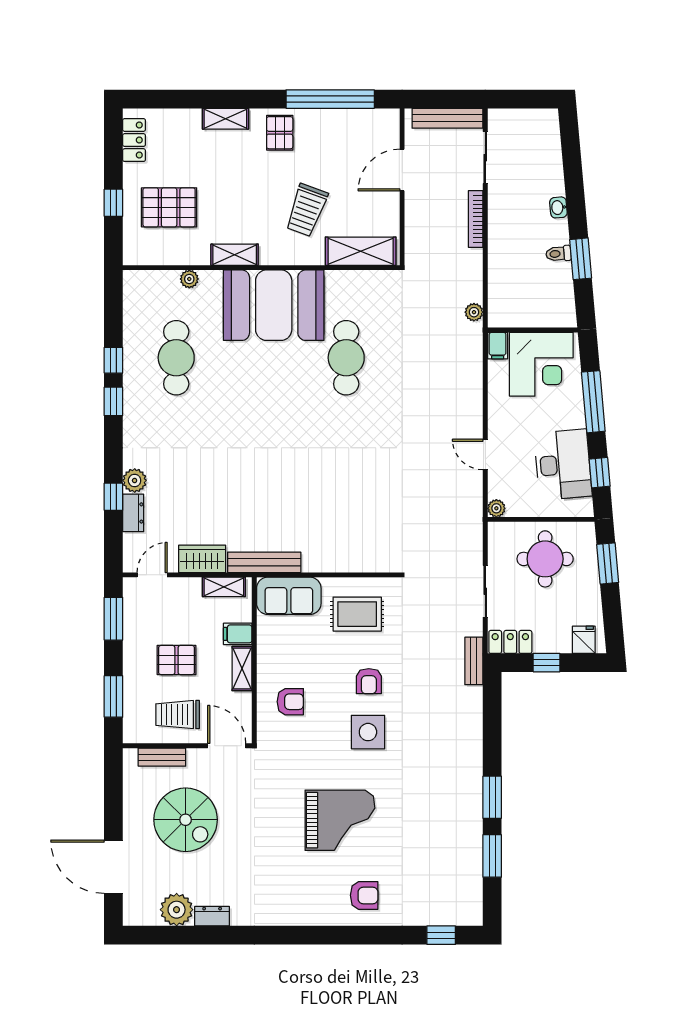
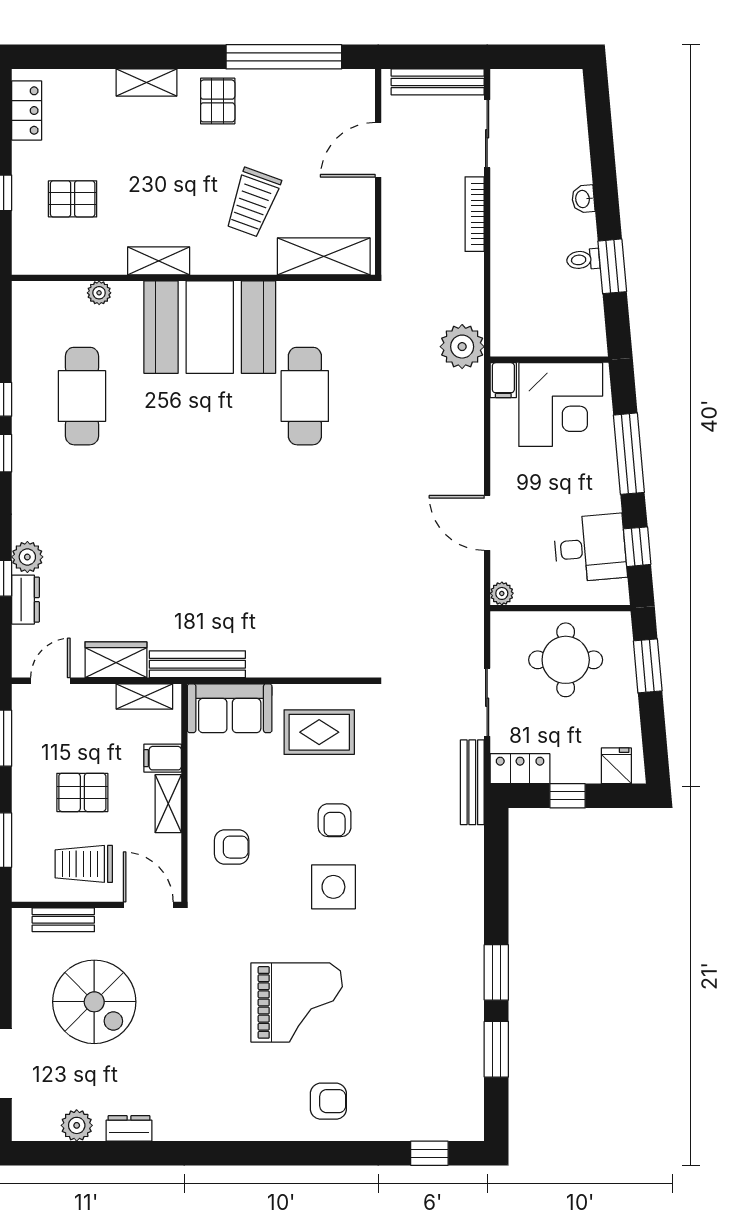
pallet: (169, 207) -> (73, 199), width x0.67, depth x0.71
plant: (474, 312) -> (462, 347), width x1.87, depth x1.87
door: (485, 454) -> (487, 523), width x1.38
desk: (563, 465) -> (590, 548), width x0.73
bench: (474, 661) -> (472, 782), width x1.36
plant: (177, 910) -> (77, 1125), width x0.73, depth x0.73

